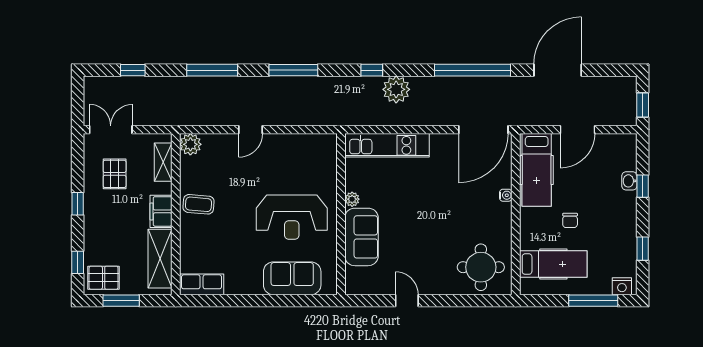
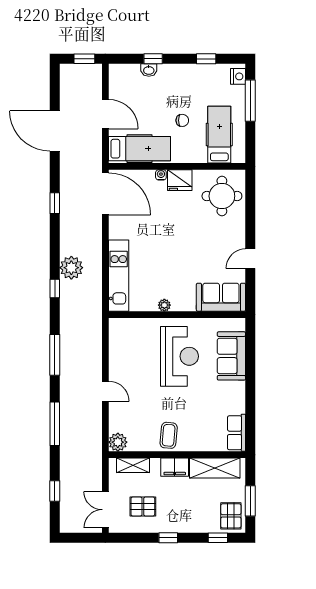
window: (472, 70) -> (55, 203), width x0.32
fridge: (500, 217) -> (180, 180), added
sofa: (361, 237) -> (221, 297), moved

